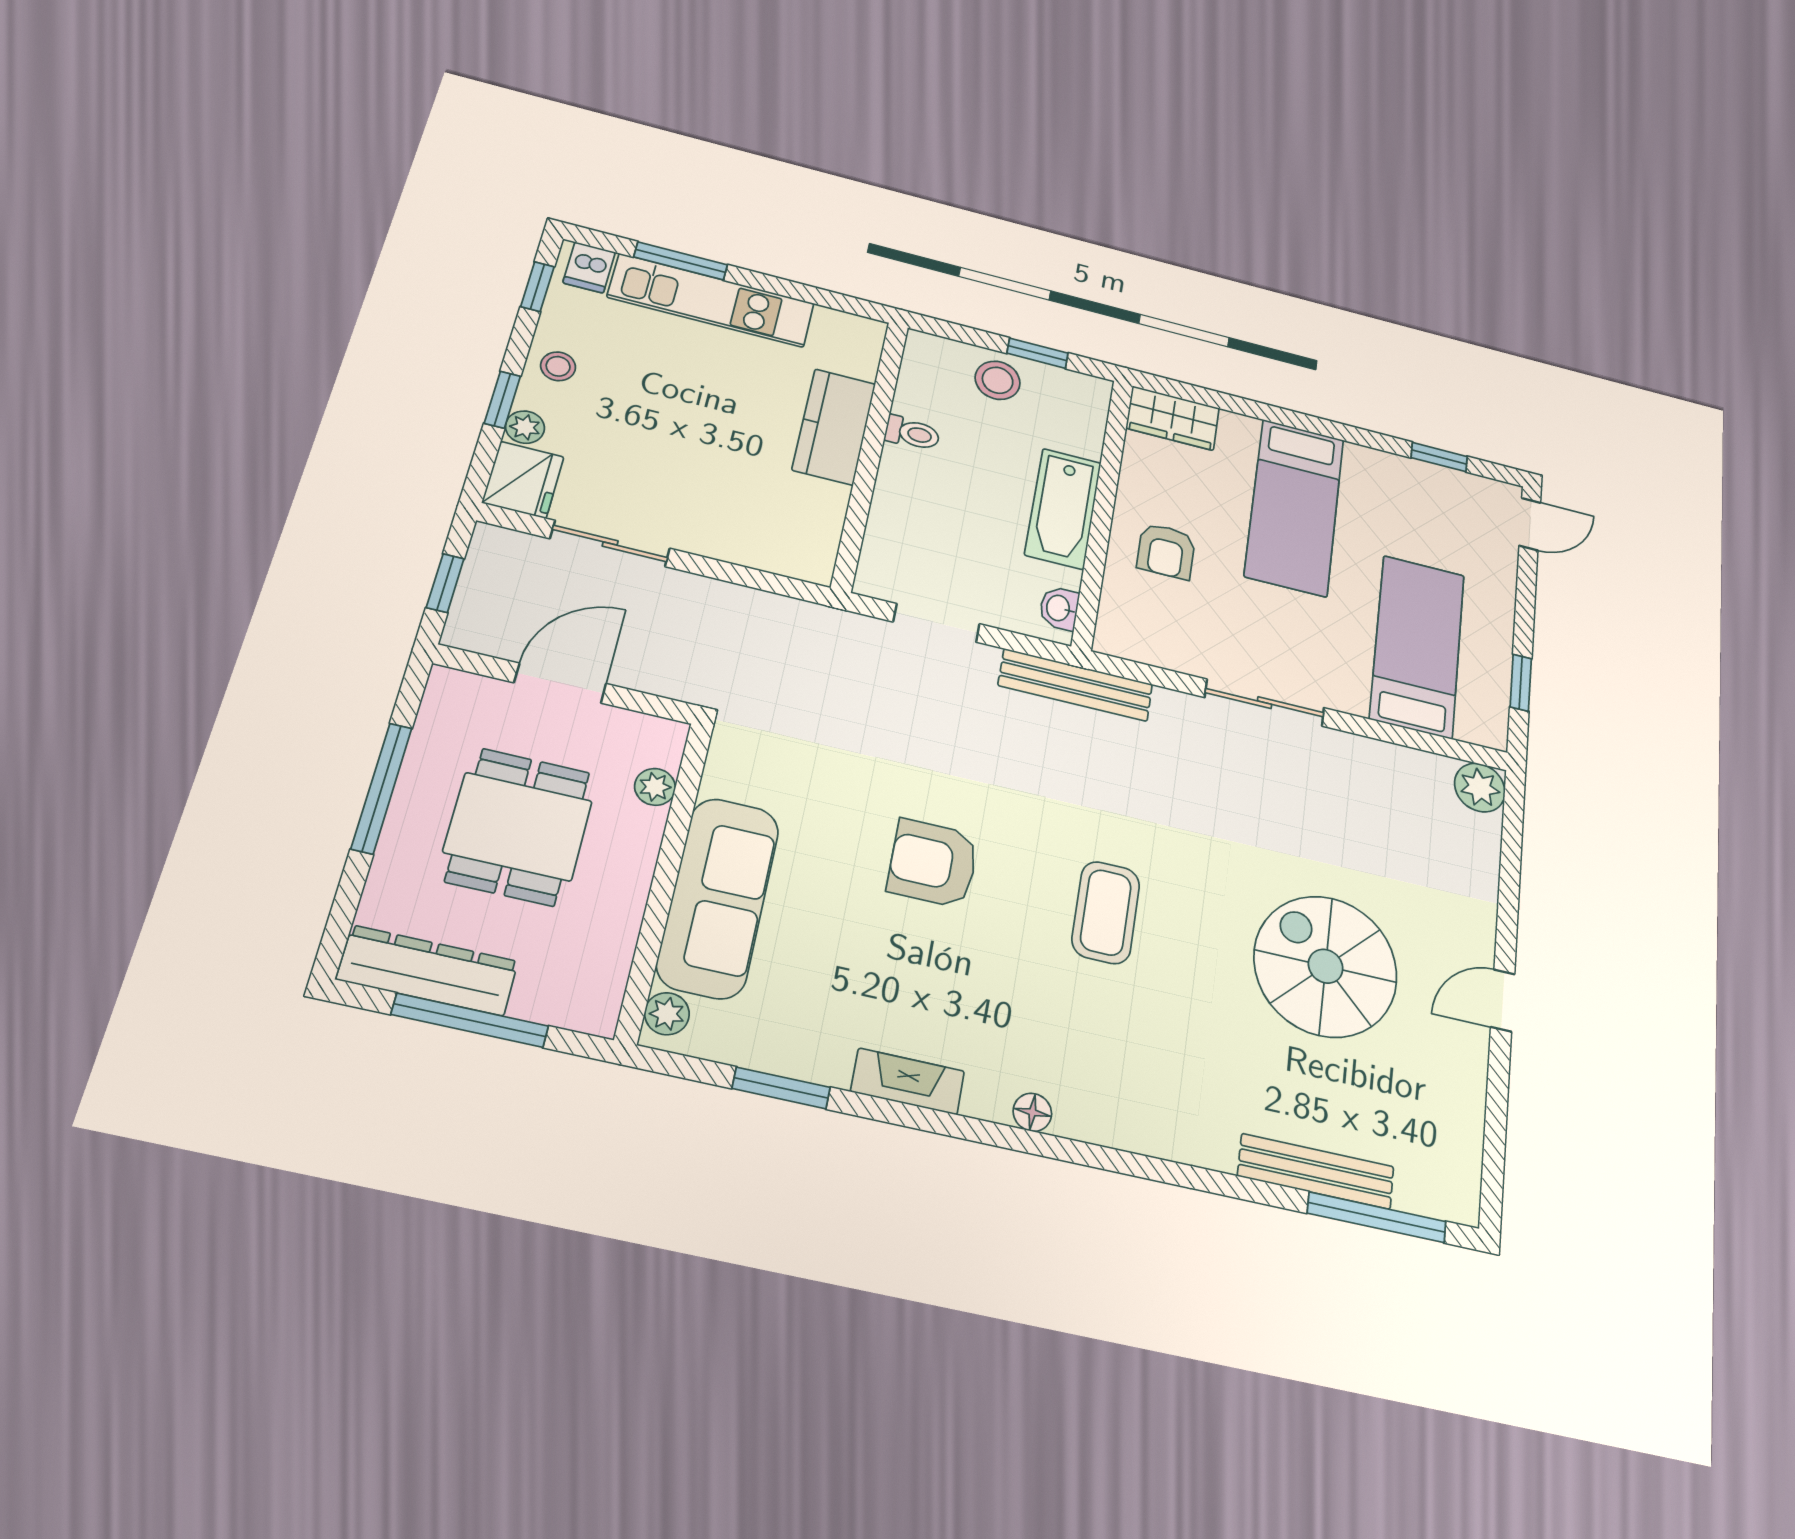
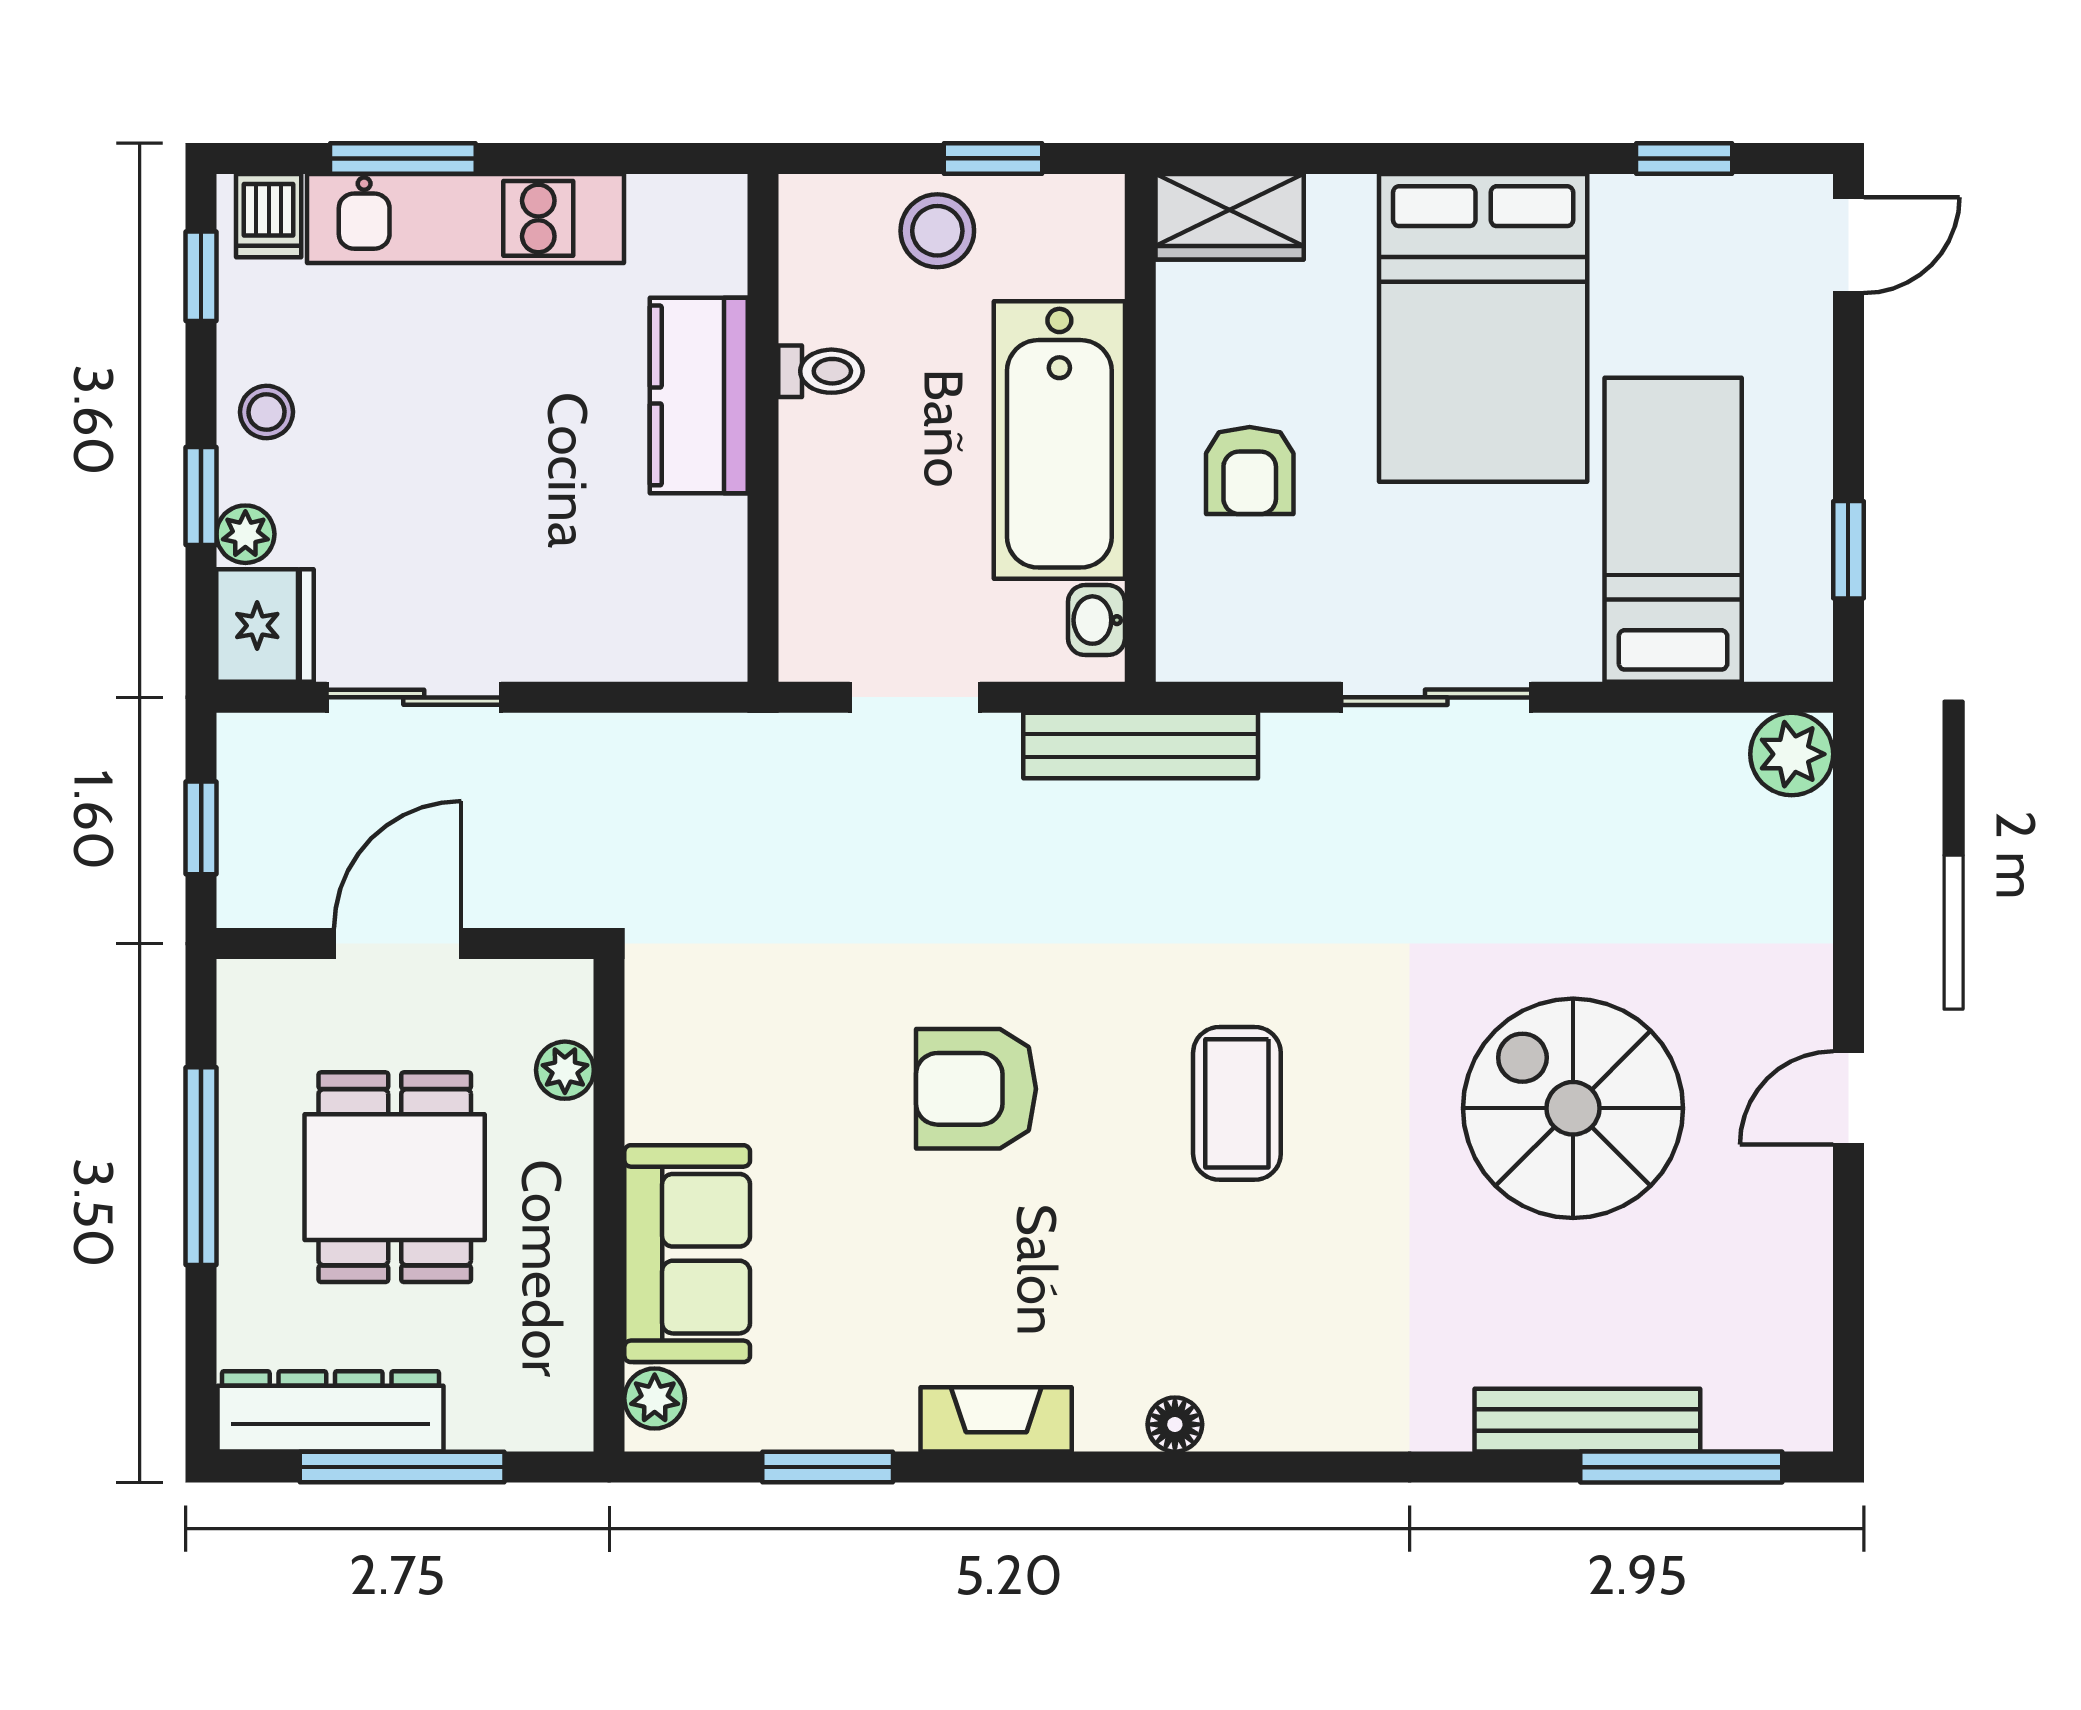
bed: (1294, 507) -> (1483, 328), width x1.50
bathtub: (1063, 509) -> (1059, 440), width x1.36, depth x1.36
sofa: (718, 897) -> (687, 1254), width x0.73

